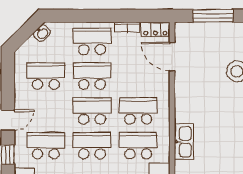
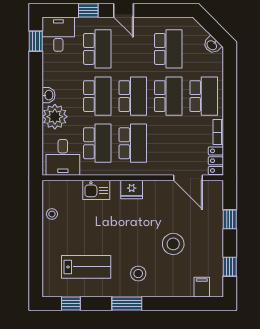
window: (213, 16) -> (230, 219), width x0.46
door: (172, 57) -> (188, 178), swing flipped
fridge: (184, 112) -> (132, 190), added
kitchen sink: (184, 142) -> (96, 190), width x0.73

